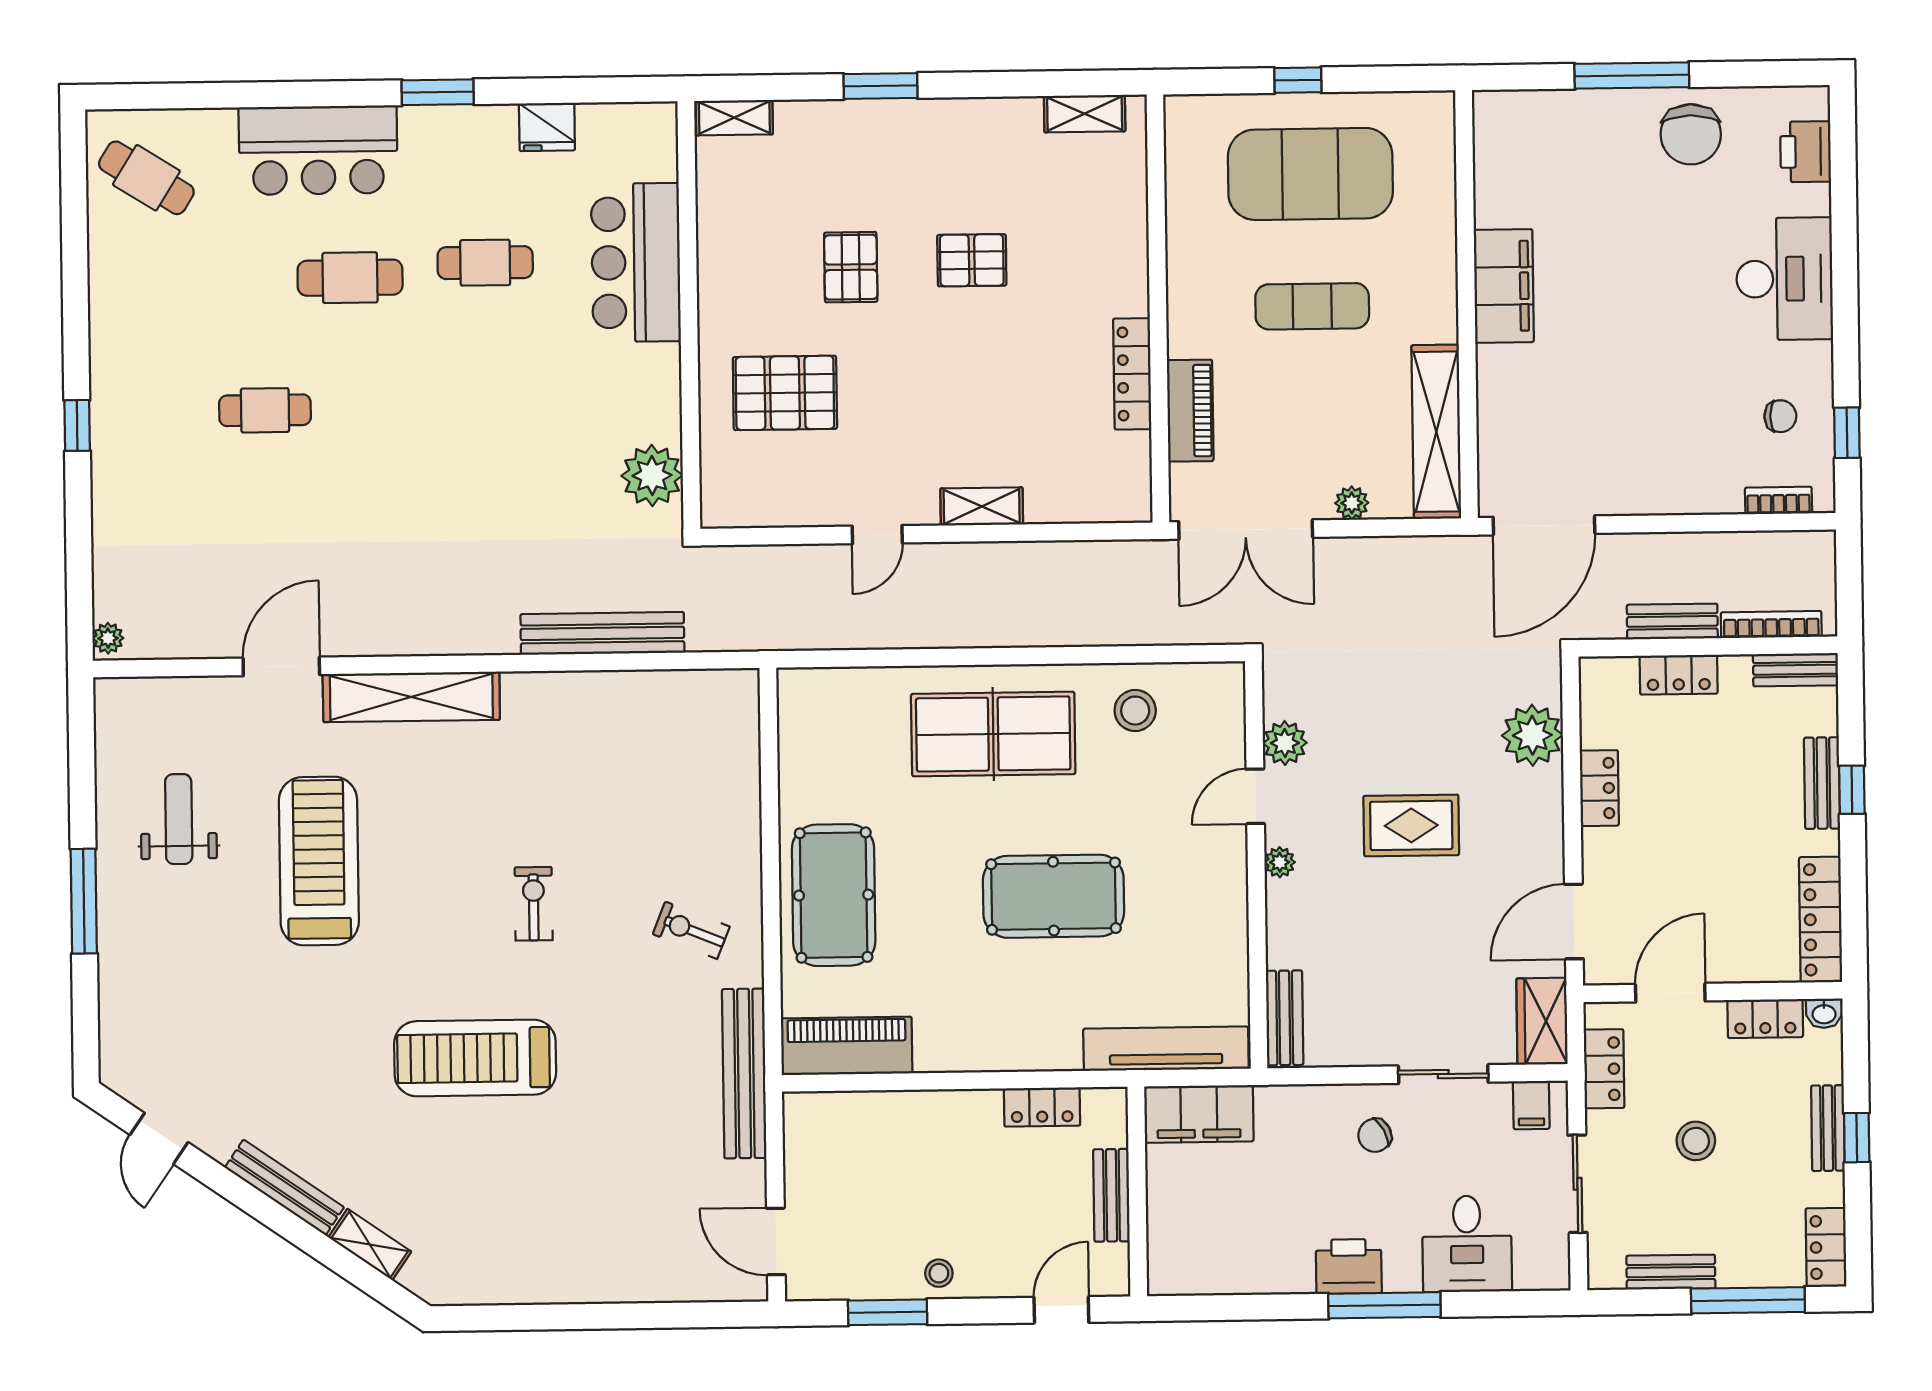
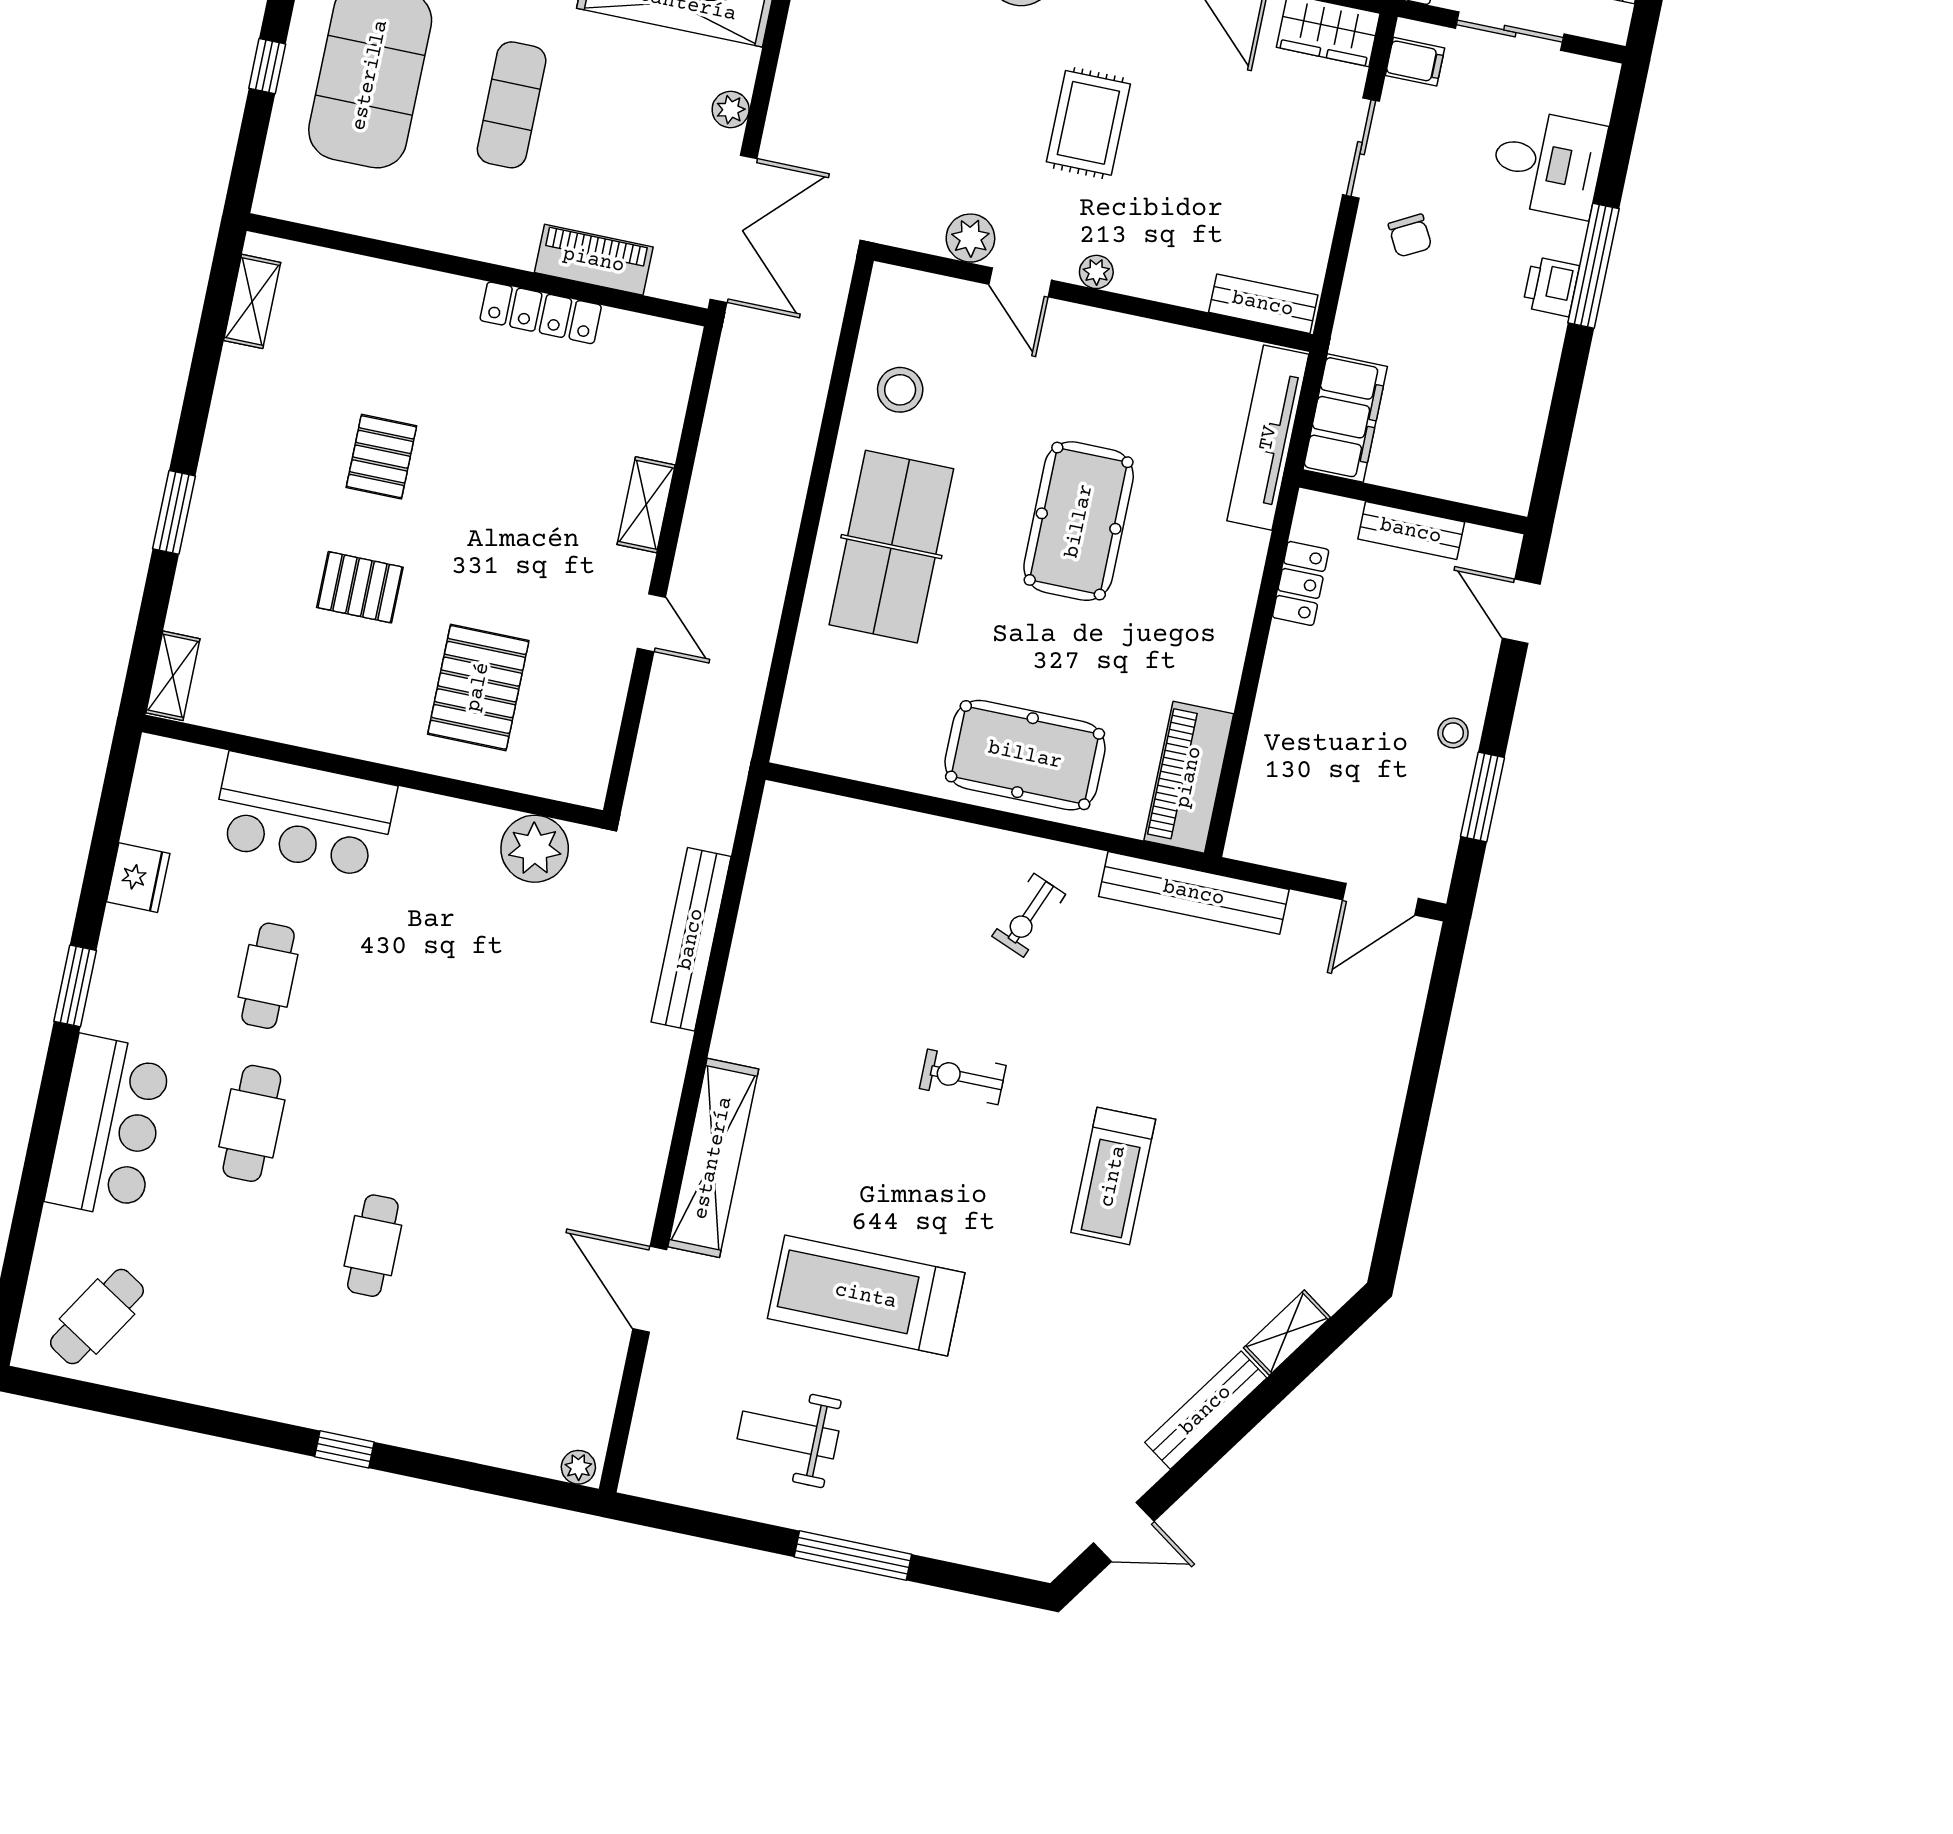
treadmill: (475, 1058) -> (1113, 1176), width x0.73, depth x0.73
printer: (1349, 1266) -> (1551, 287), width x0.73, depth x0.81

